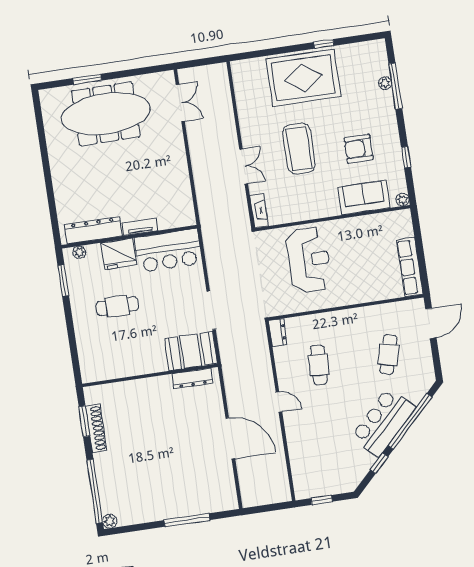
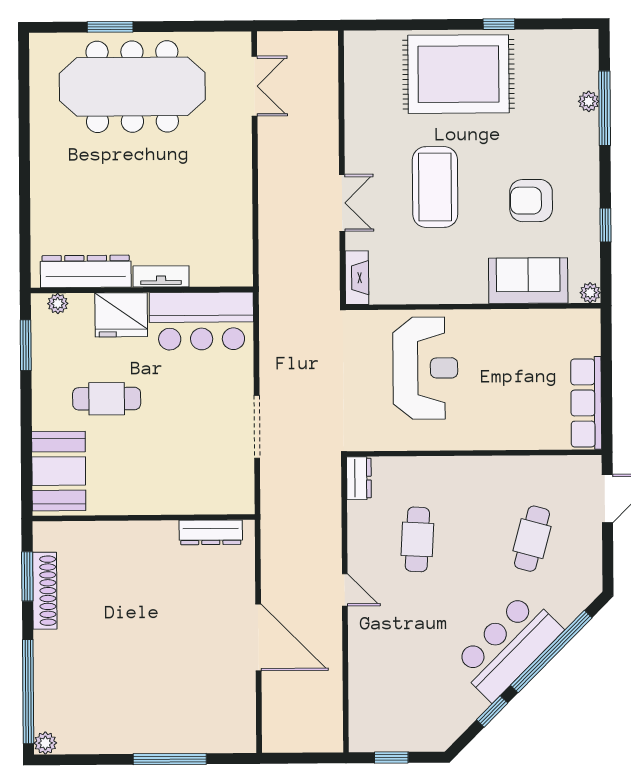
booth: (191, 351) -> (59, 471), moved, turned 90

